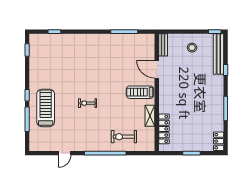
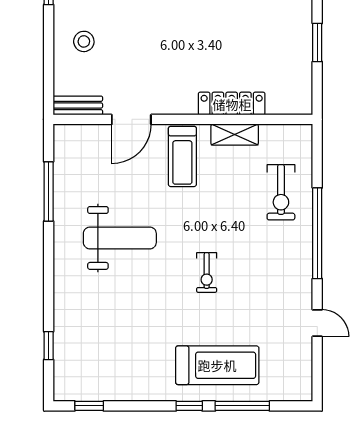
weight bench: (103, 64) -> (120, 238), added
treadmill: (46, 108) -> (217, 365), turned 180
locker: (164, 129) -> (232, 104), moved

